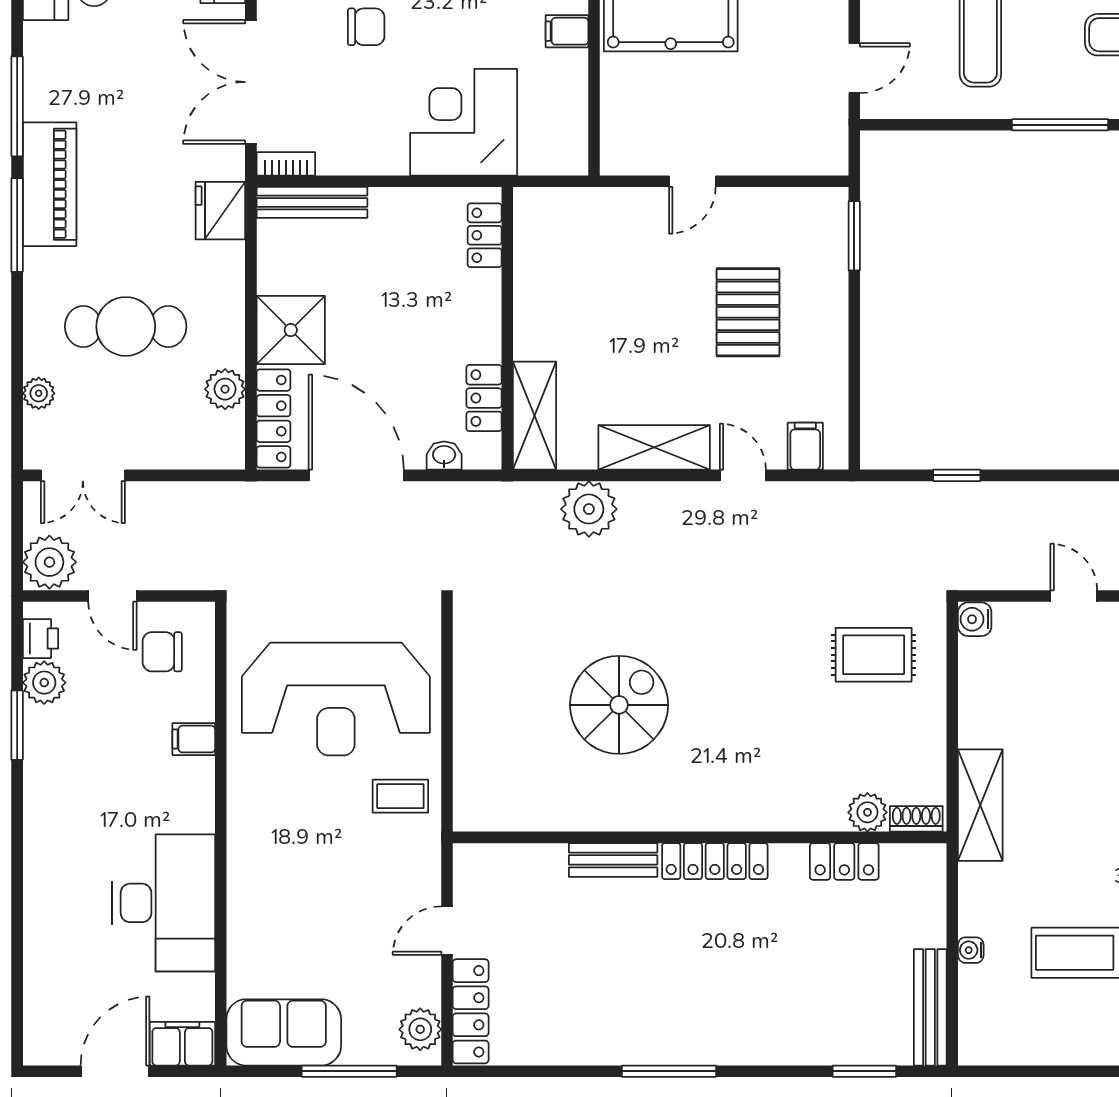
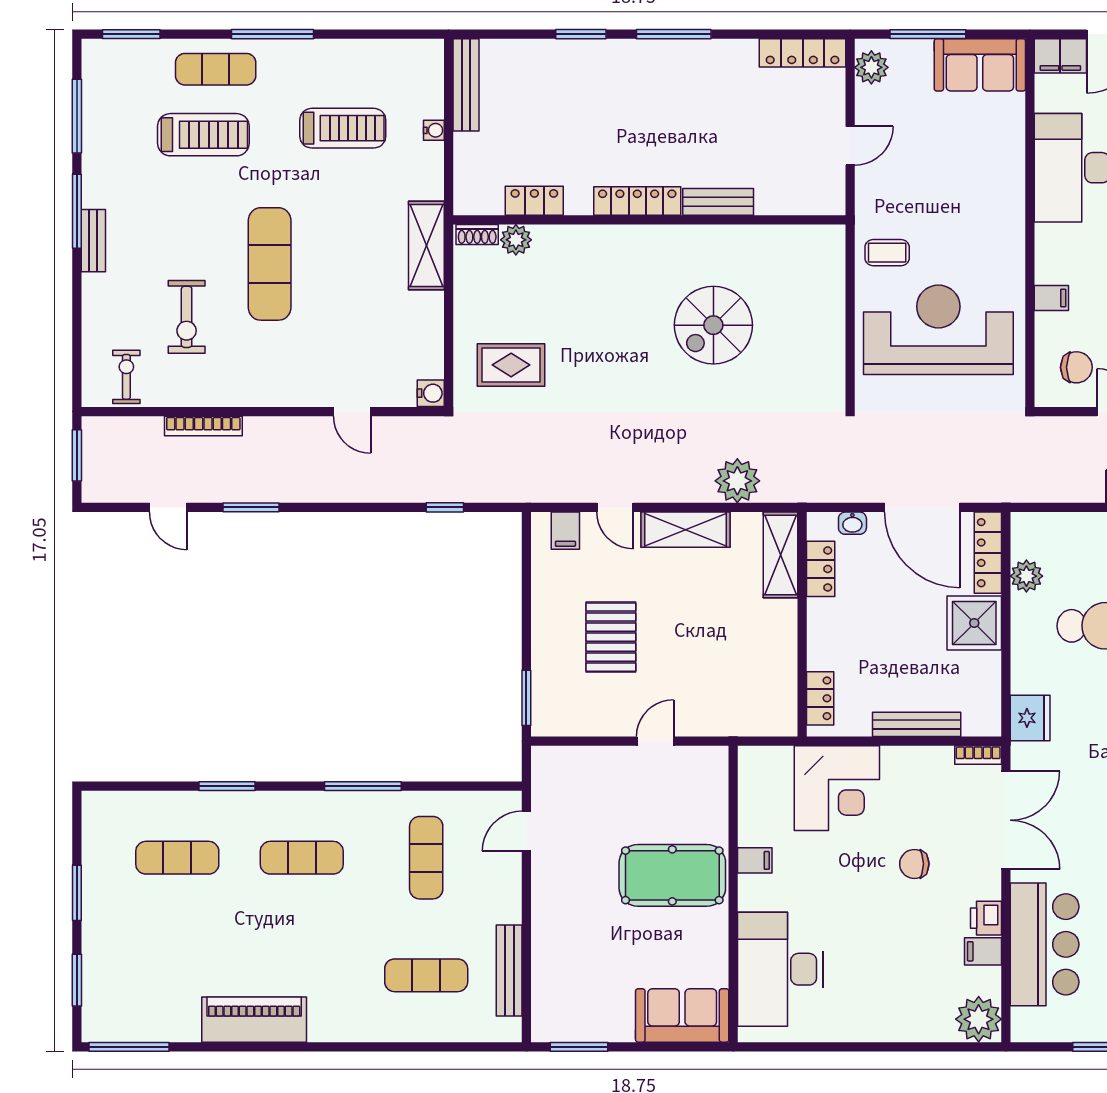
bench: (312, 202) -> (917, 724), moved
locker: (471, 1011) -> (803, 53), moved, turned -90
window: (864, 1071) -> (581, 34), moved

